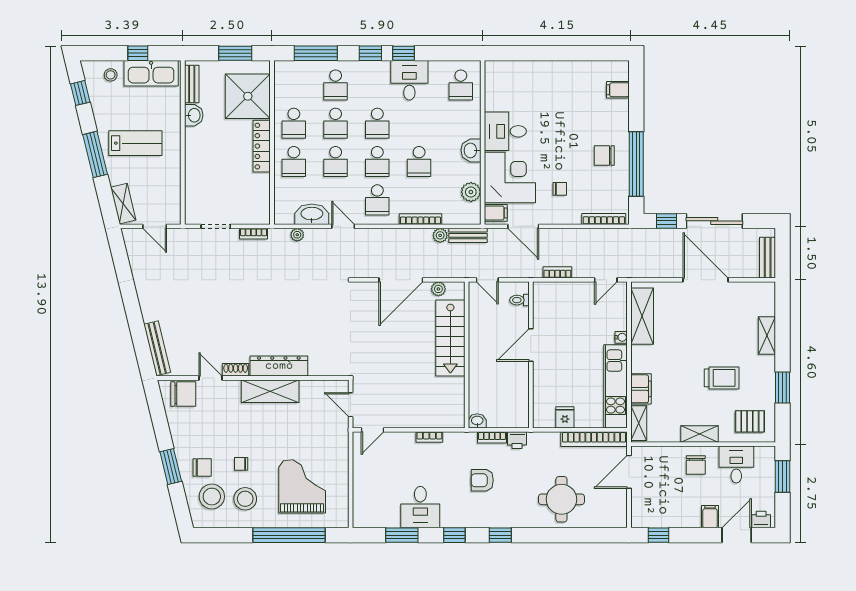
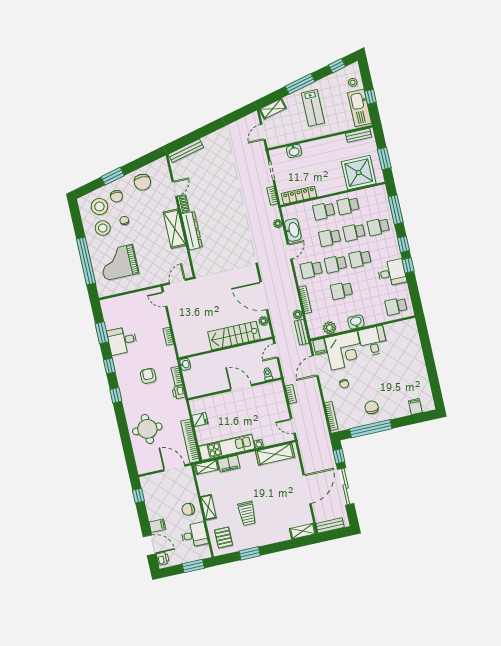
washbasin: (194, 115) -> (294, 151), moved
locker: (262, 146) -> (299, 195), moved
shelving: (767, 336) -> (303, 531), moved
chair: (183, 394) -> (142, 182), moved
grand piano: (302, 486) -> (119, 262), turned 180

